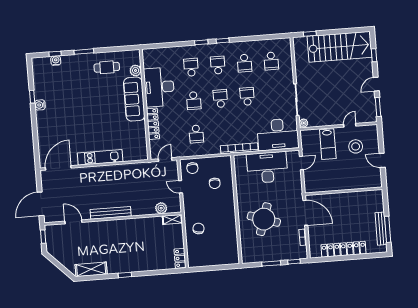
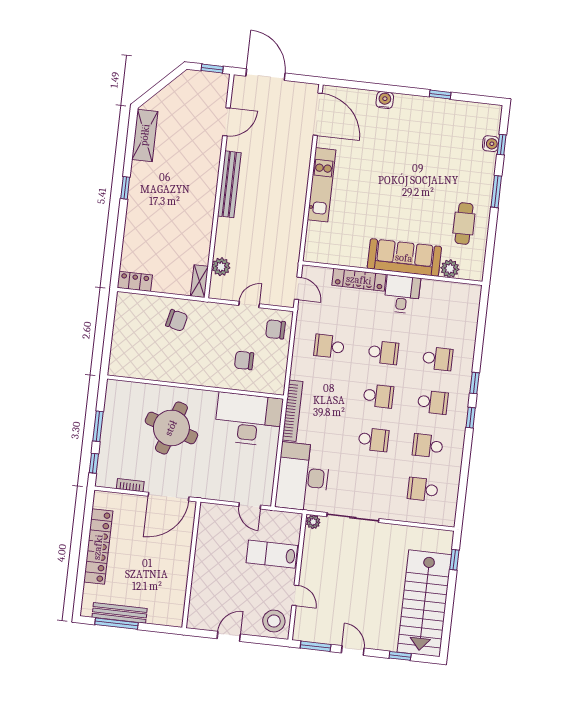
desk: (159, 87) -> (402, 294), width x0.53, depth x0.77
school desk: (194, 101) -> (383, 352), turned 180
water cooler: (40, 105) -> (385, 100), moved
stool: (356, 146) -> (274, 621), moved
desk: (267, 167) -> (249, 419), moved, turned -90

